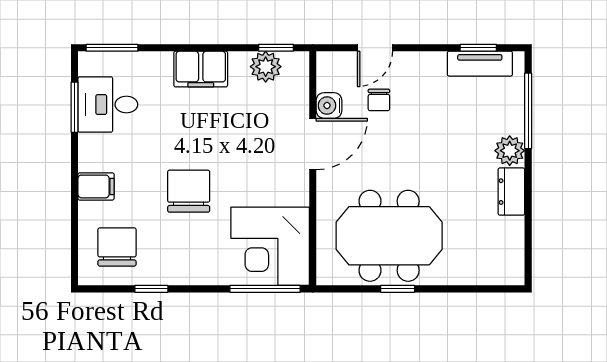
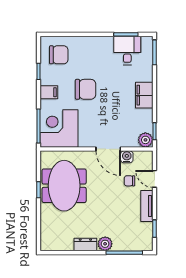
tv unit: (480, 64) -> (147, 206), moved
plant: (266, 67) -> (145, 140), moved
filing cabinet: (96, 186) -> (49, 92), moved, turned -90

